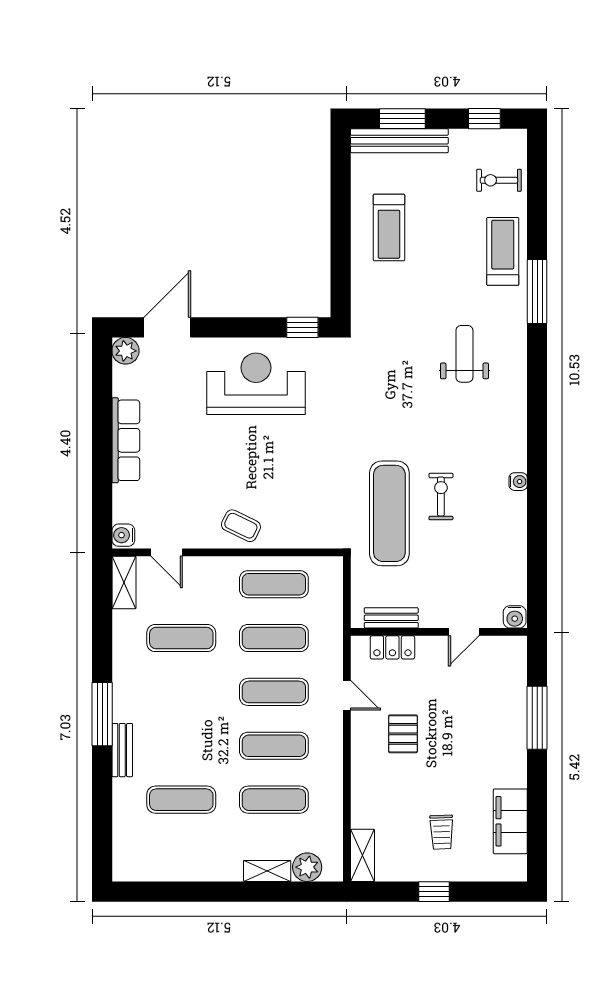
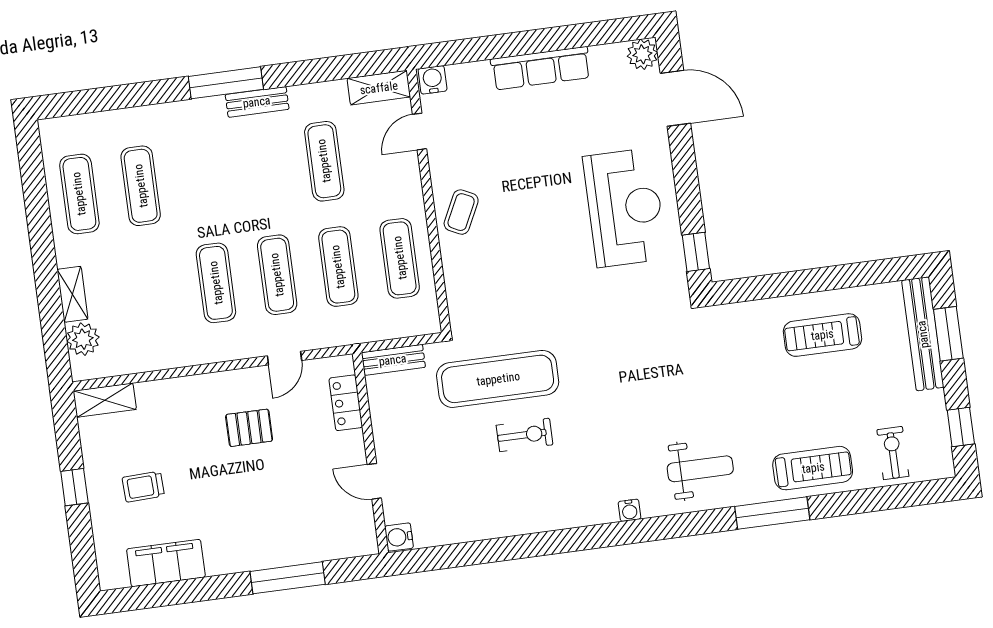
weight bench: (464, 354) -> (700, 469), moved
water cooler: (518, 482) -> (630, 510), moved
bench: (391, 618) -> (393, 360), moved, turned 90
bench: (122, 750) -> (257, 102), moved
exercise mat: (274, 800) -> (79, 194), moved

